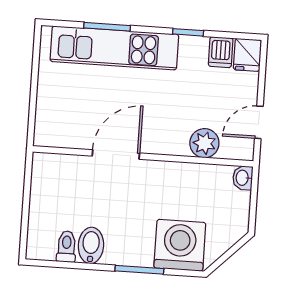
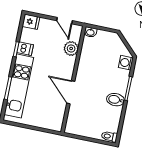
dishwasher: (221, 52) -> (25, 49), moved
bidet: (91, 245) -> (116, 100), moved
washing machine: (180, 245) -> (126, 63), width x0.53, depth x0.53
toilet: (66, 247) -> (109, 136), moved

